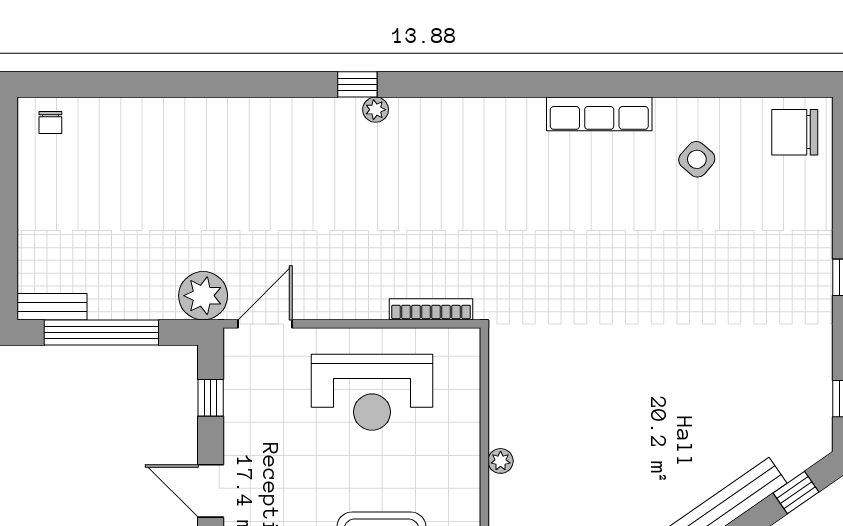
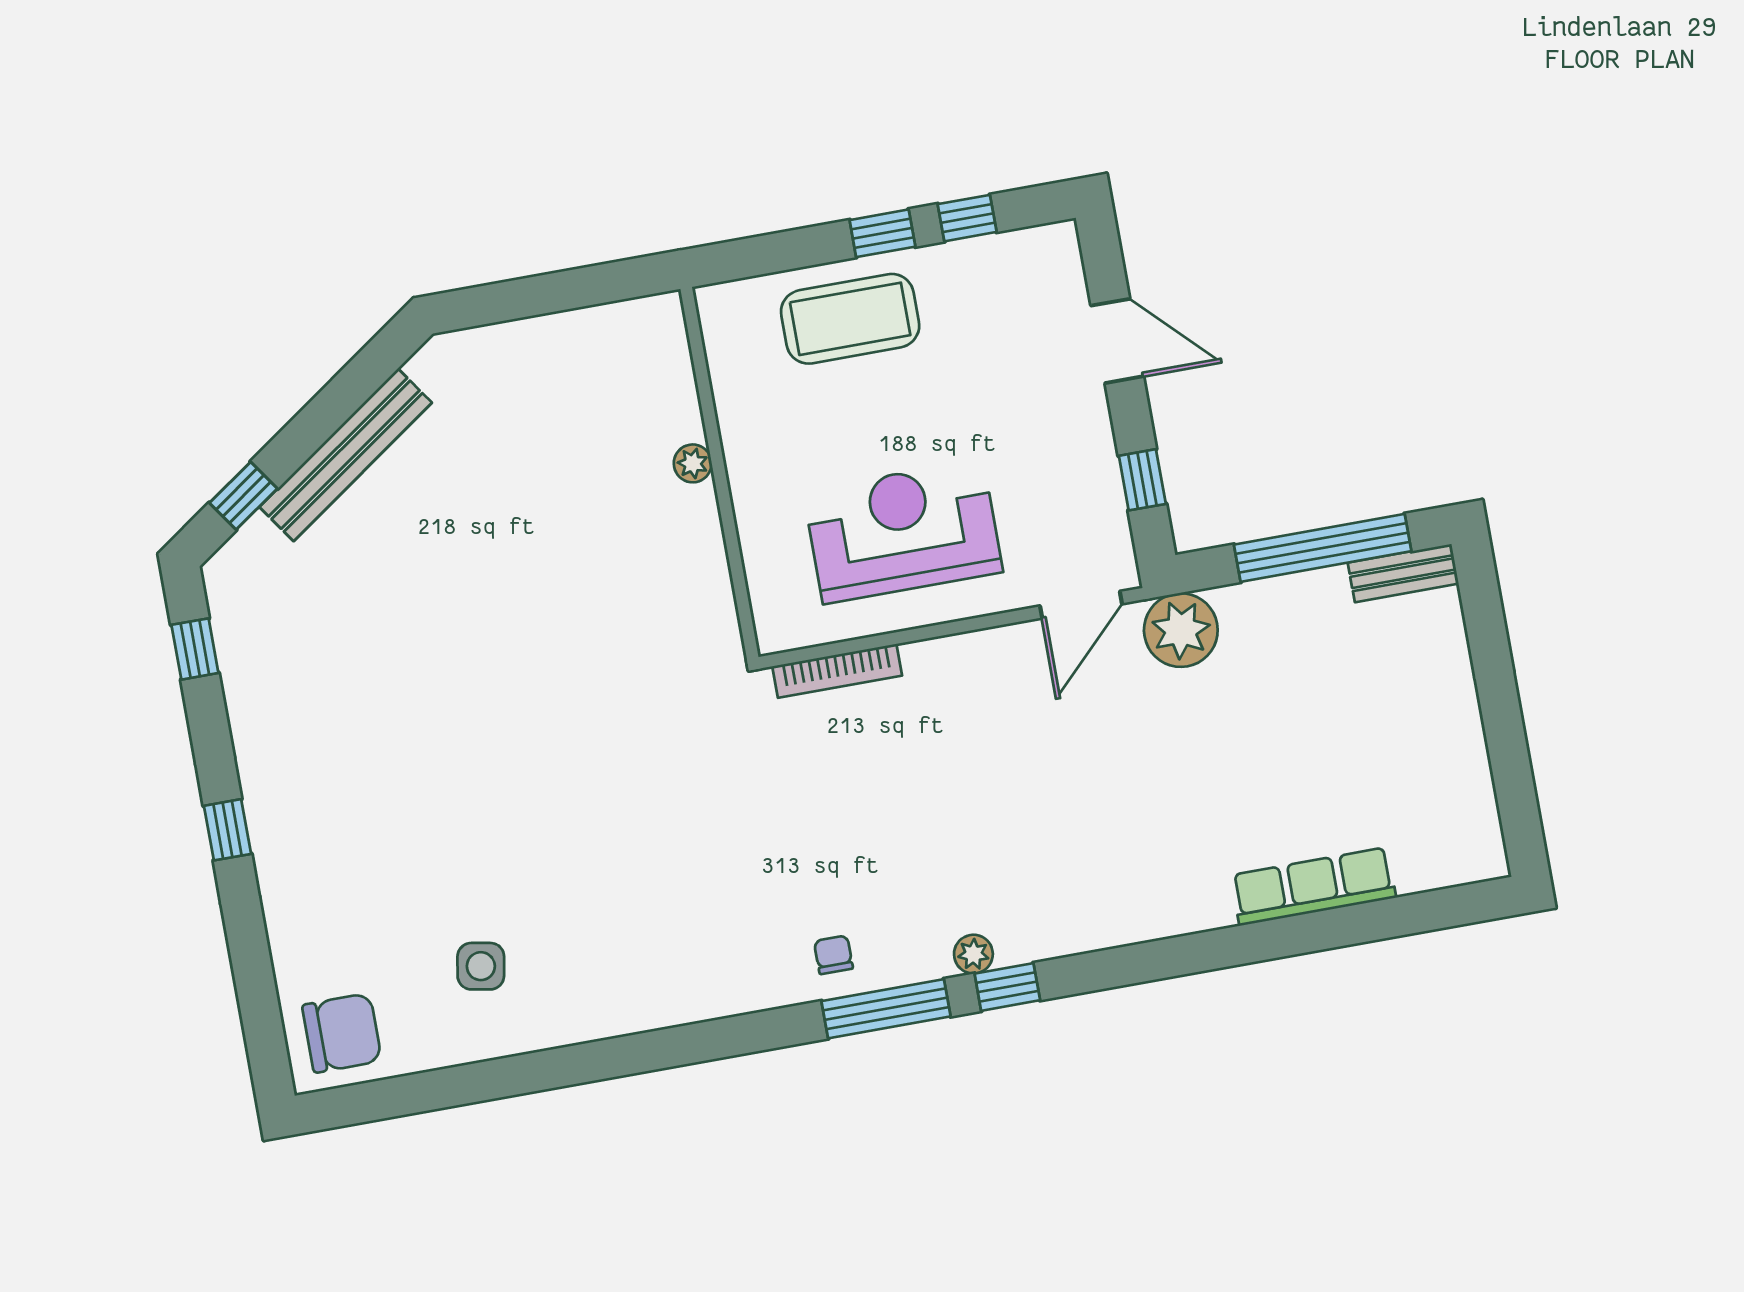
window: (439, 84) -> (886, 1009), added
row of seats: (599, 114) -> (1313, 886), moved
chair: (50, 122) -> (833, 955), moved
side table: (697, 159) -> (481, 966), turned -31

